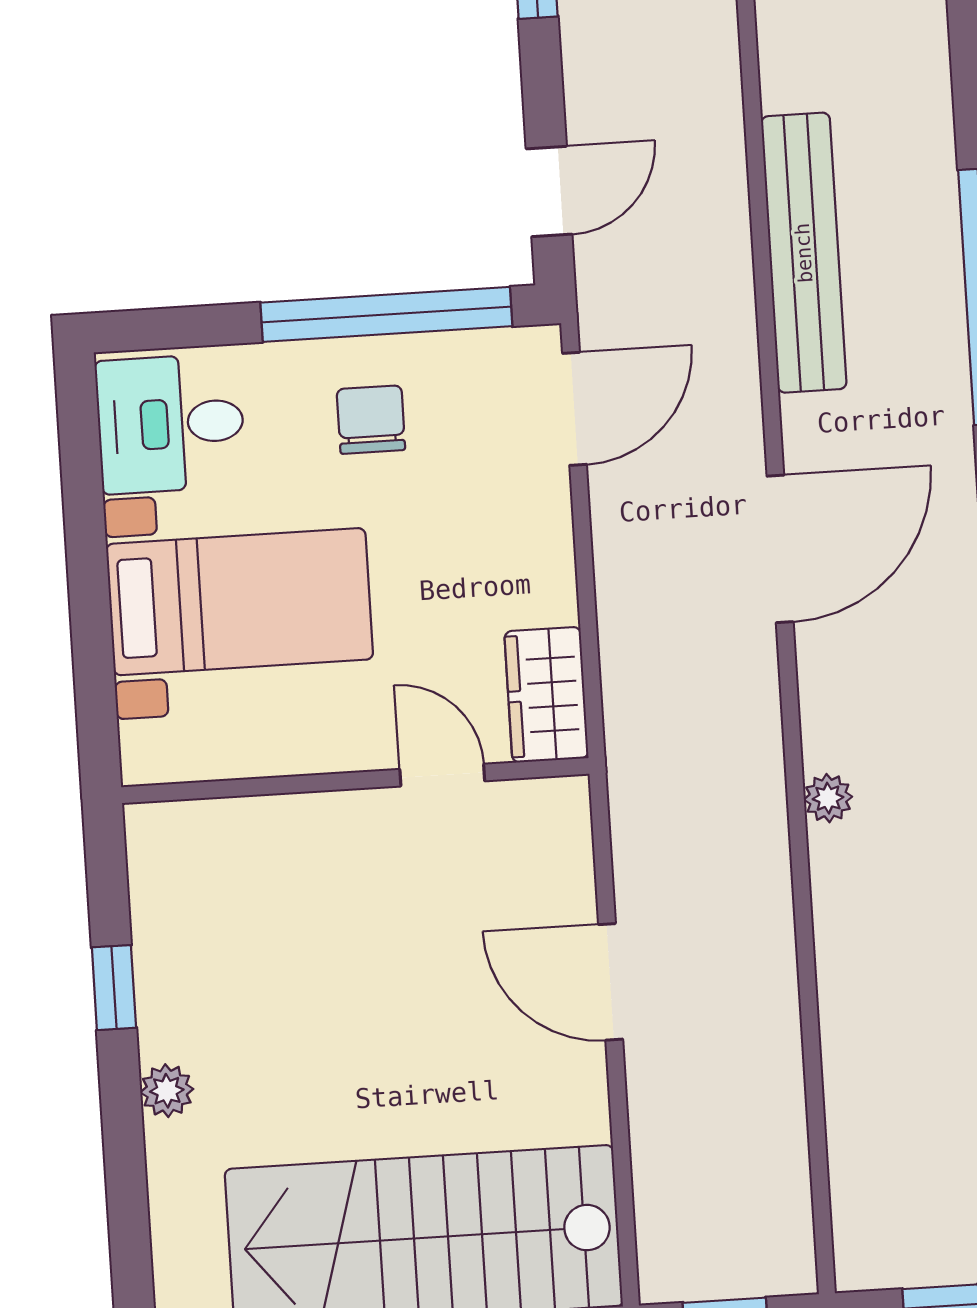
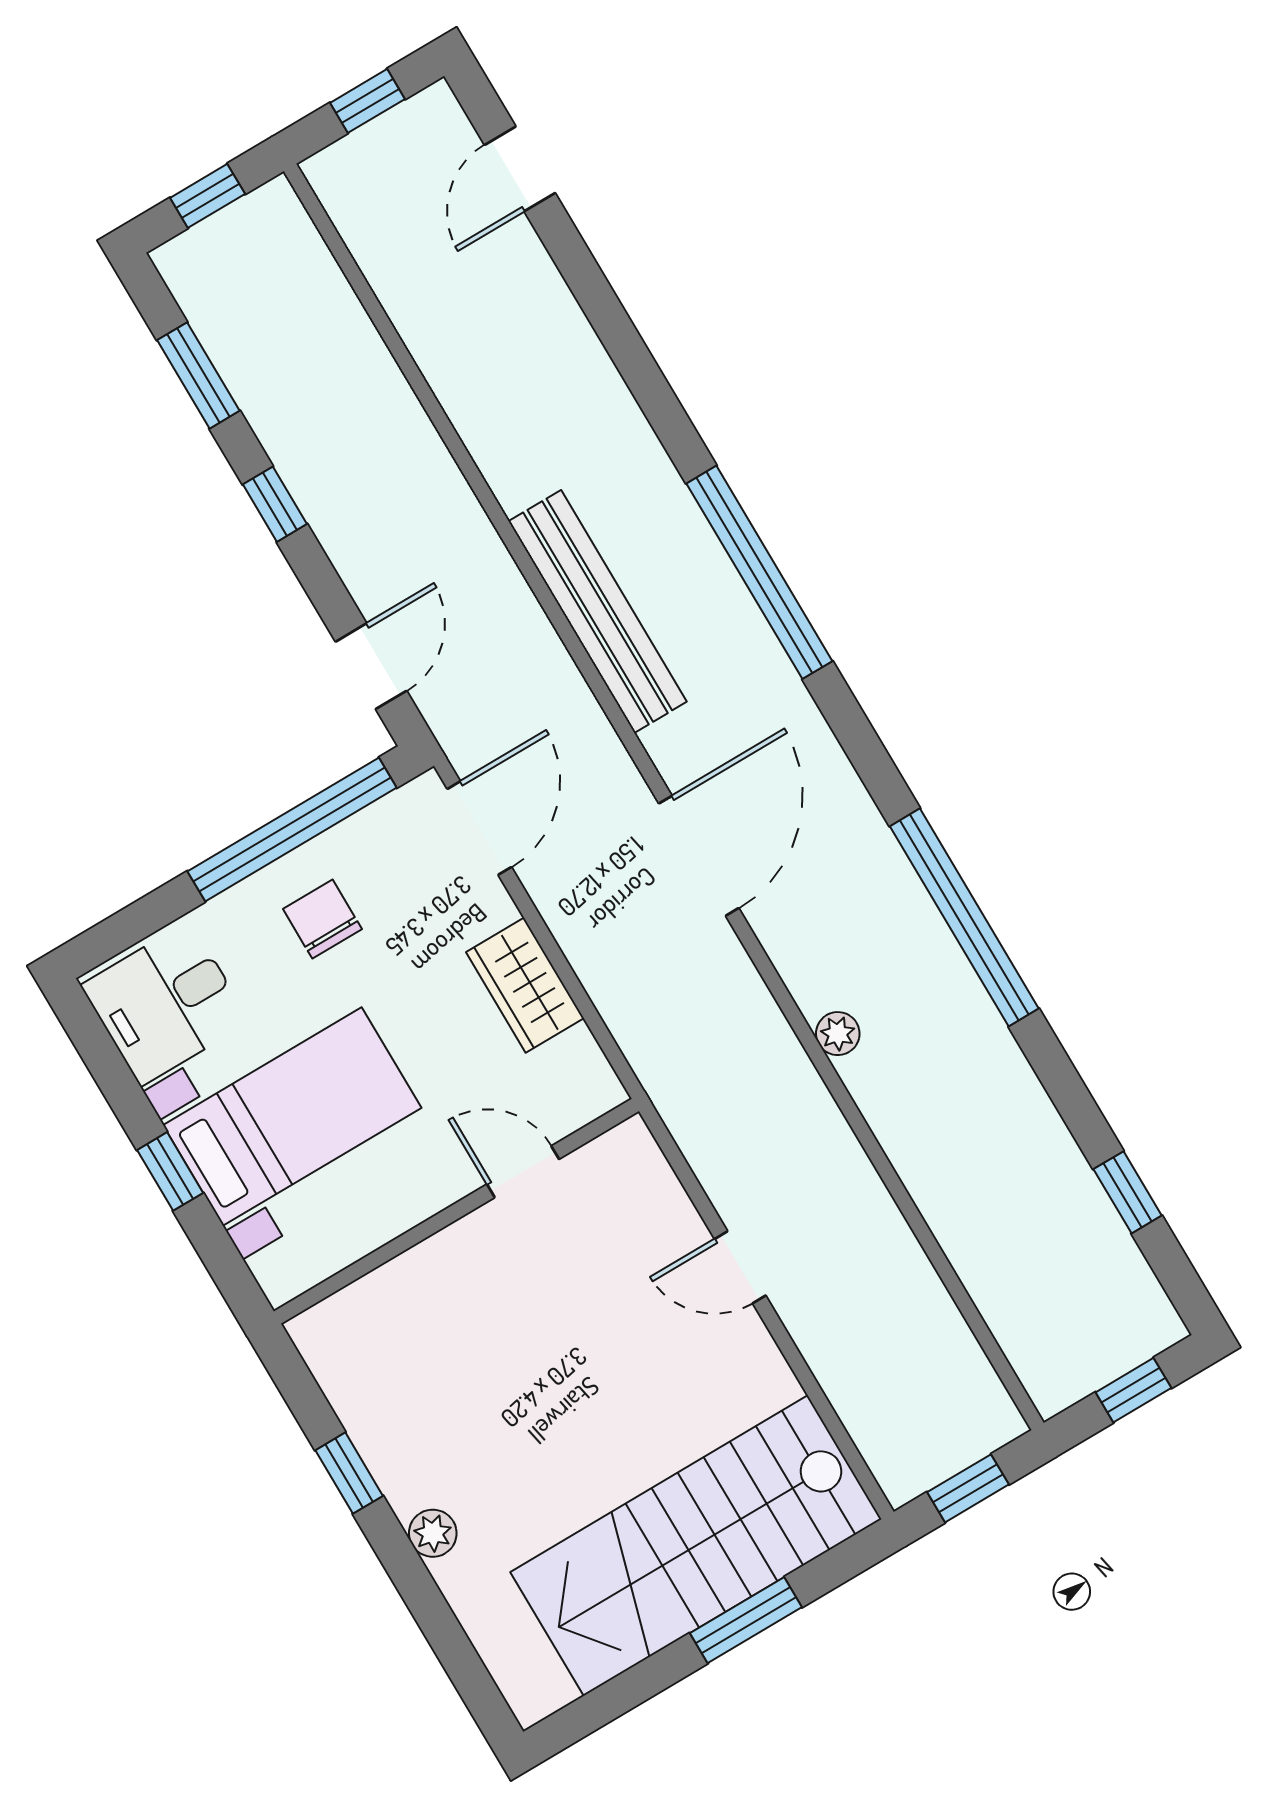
window: (89, 594) -> (170, 1171), added
wardrobe: (546, 695) -> (525, 985), moved
door: (611, 982) -> (740, 1267), width x0.73

